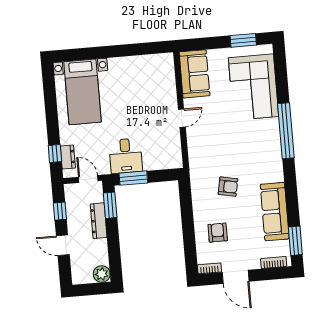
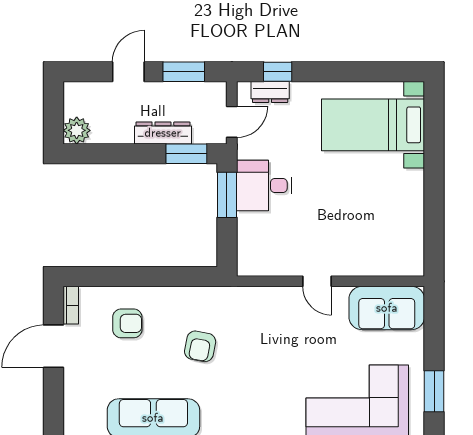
window: (60, 211) -> (184, 72), width x1.50
bookcase: (274, 262) -> (71, 410), removed

